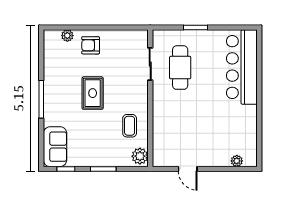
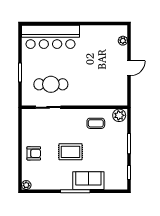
plant: (67, 36) -> (26, 185), moved
armchair: (91, 45) -> (34, 153), turned -90
sofa: (55, 147) -> (88, 181), moved
door: (188, 169) -> (129, 68), moved

